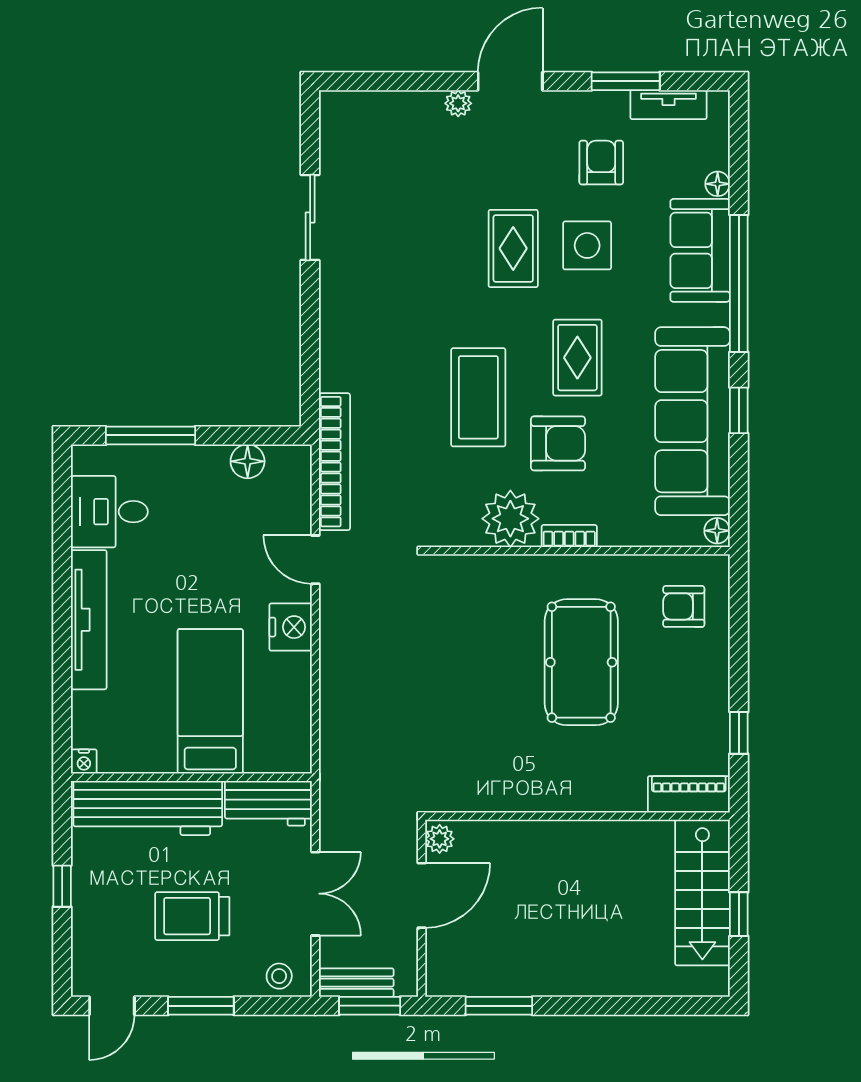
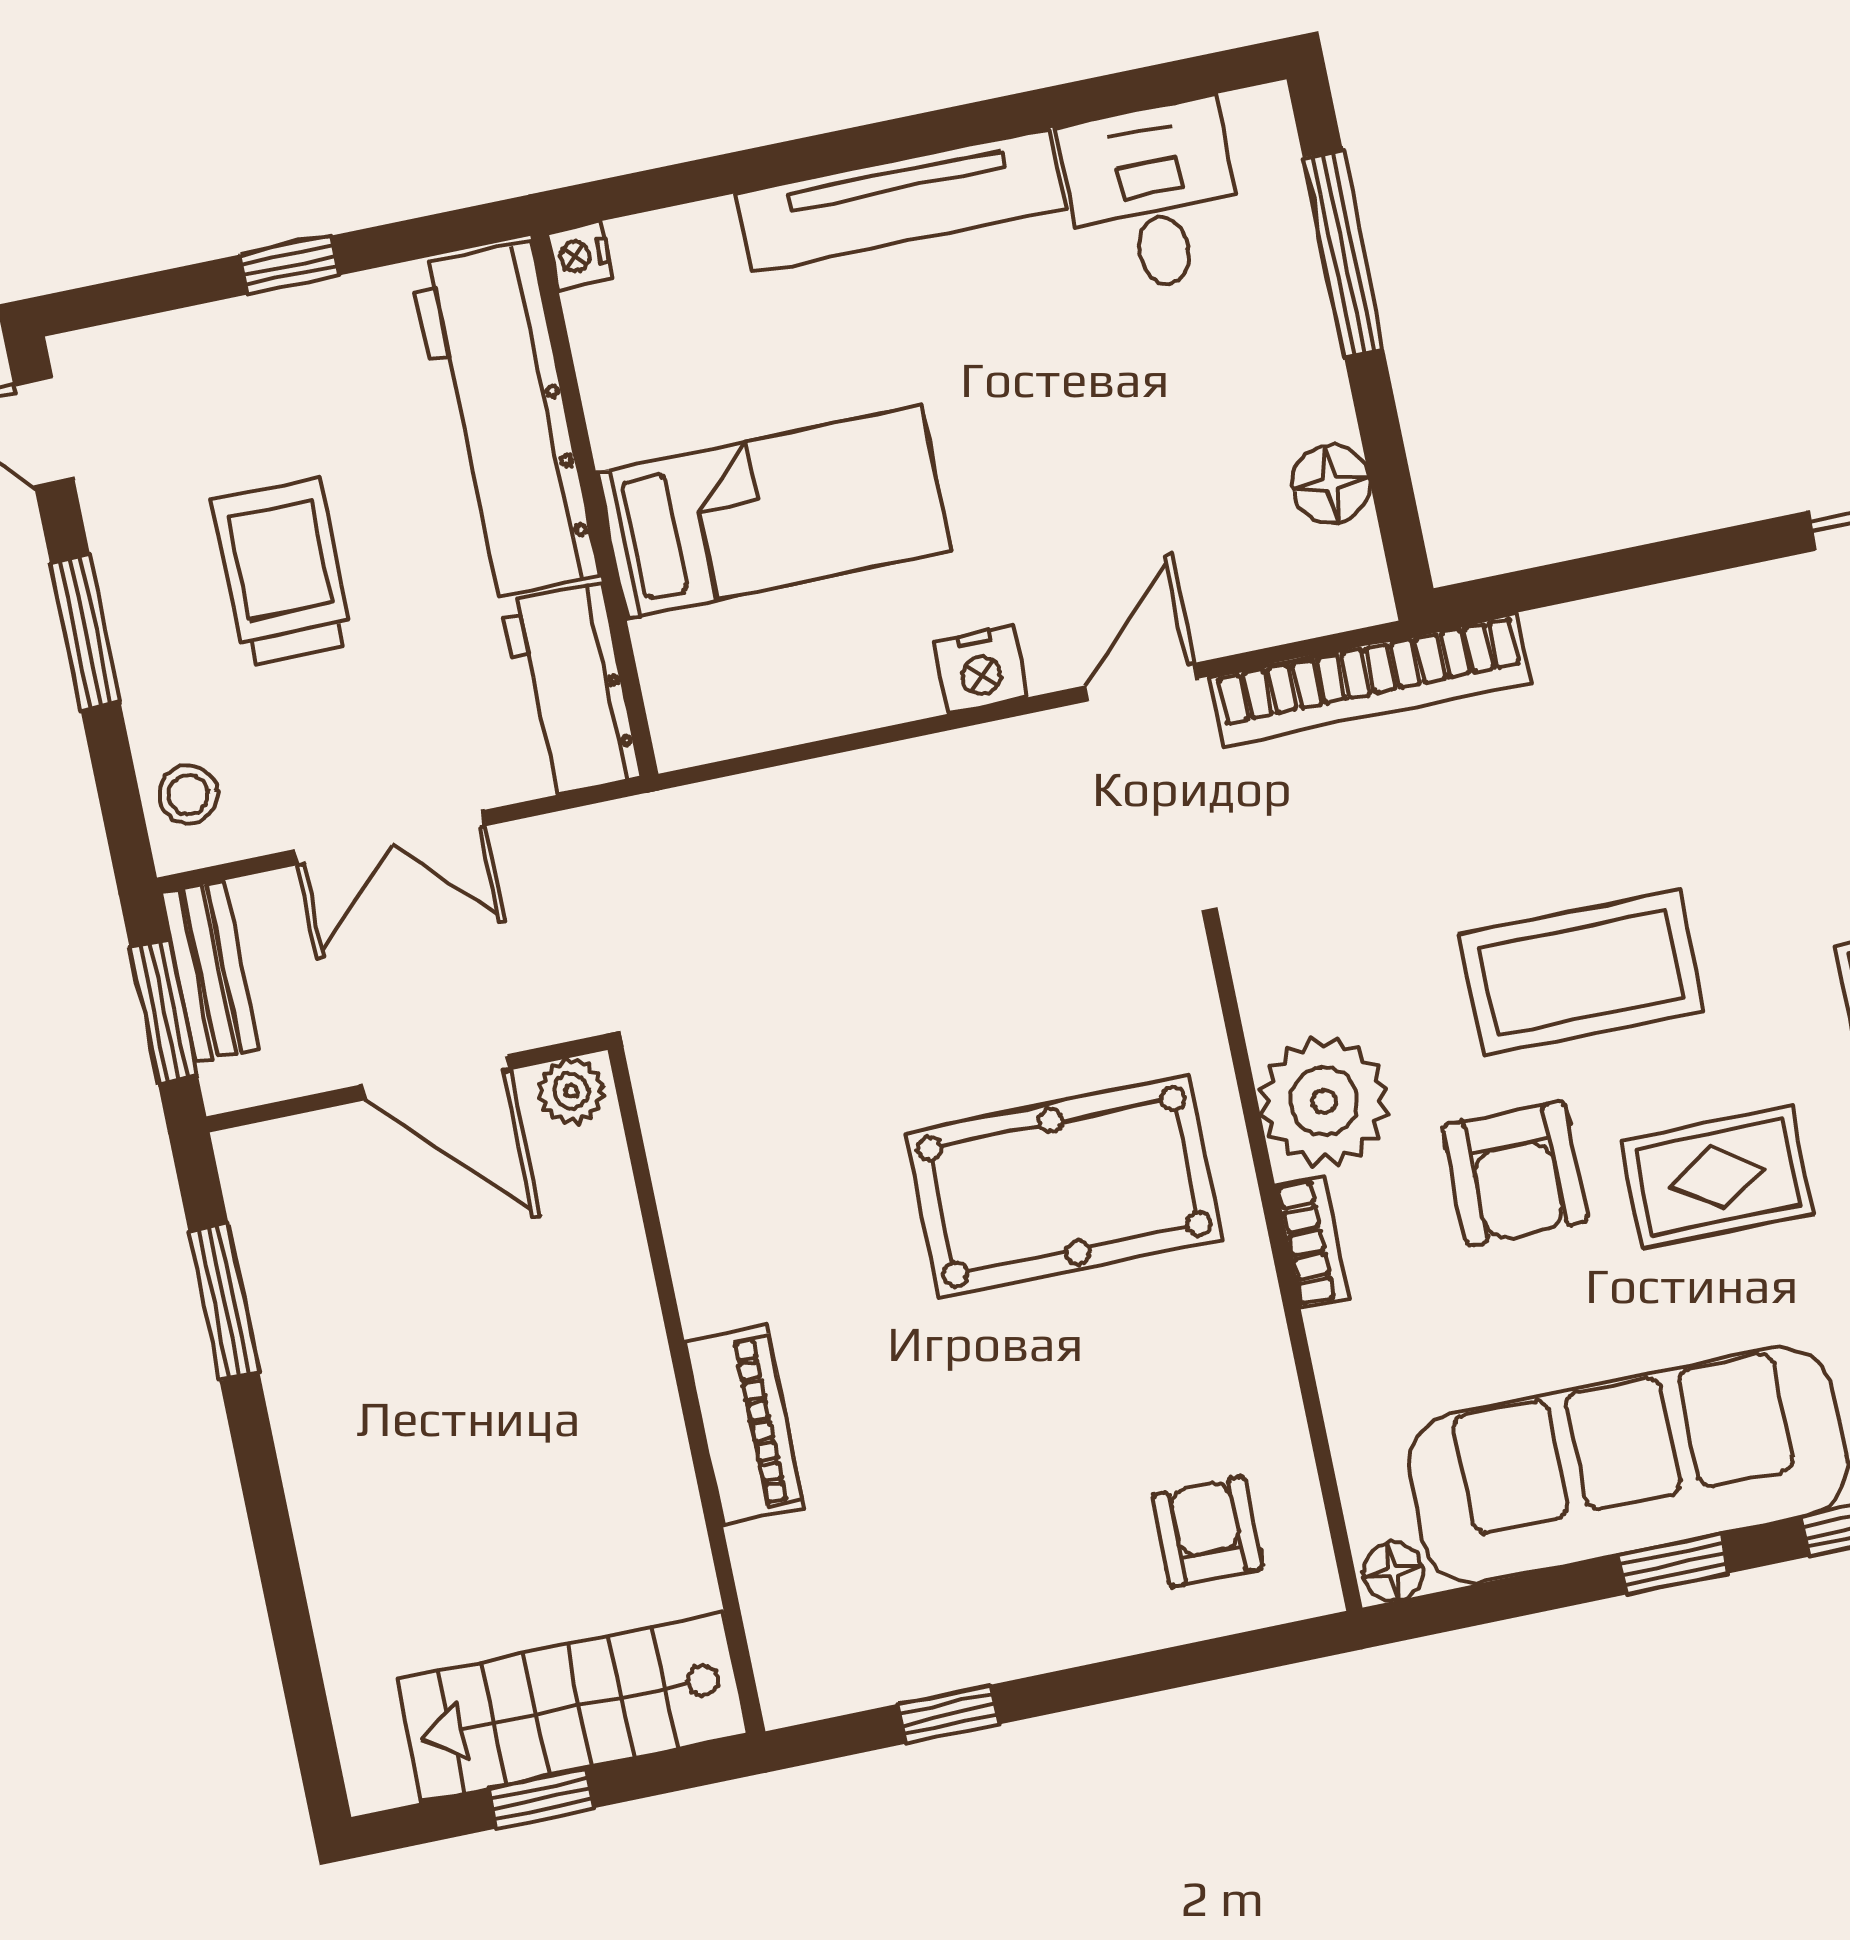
nightstand: (291, 627) -> (980, 670), width x0.74, depth x0.75
pool table: (581, 662) -> (1064, 1186), moved
piano: (689, 794) -> (745, 1425), moved

